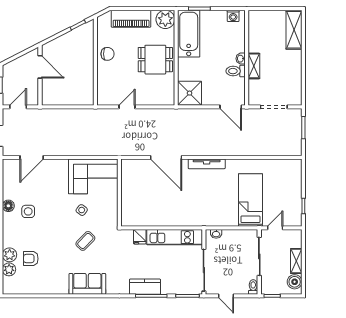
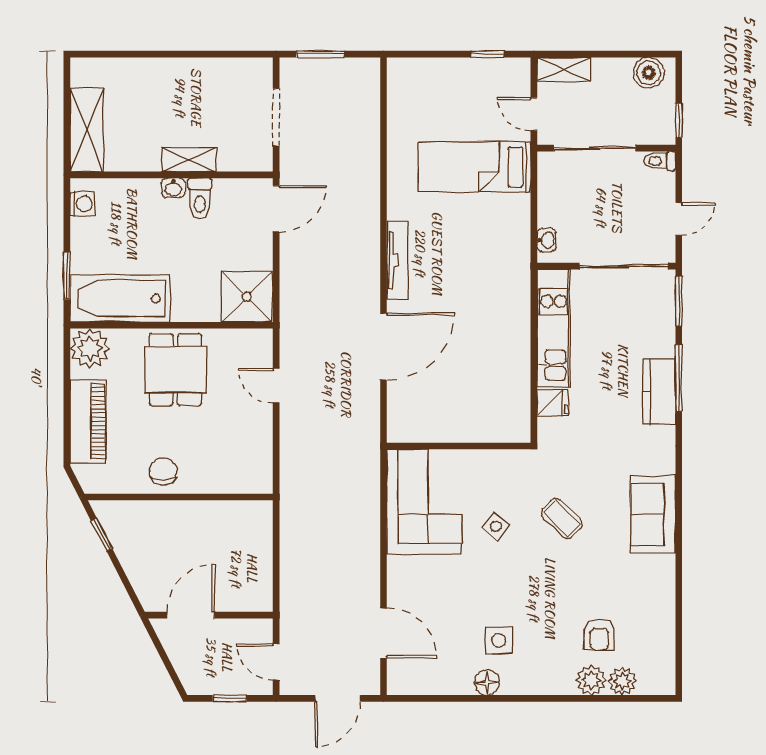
shelving: (294, 30) -> (87, 130), moved, turned 90
door: (127, 107) -> (276, 386), moved
shelving: (296, 261) -> (564, 69), moved

